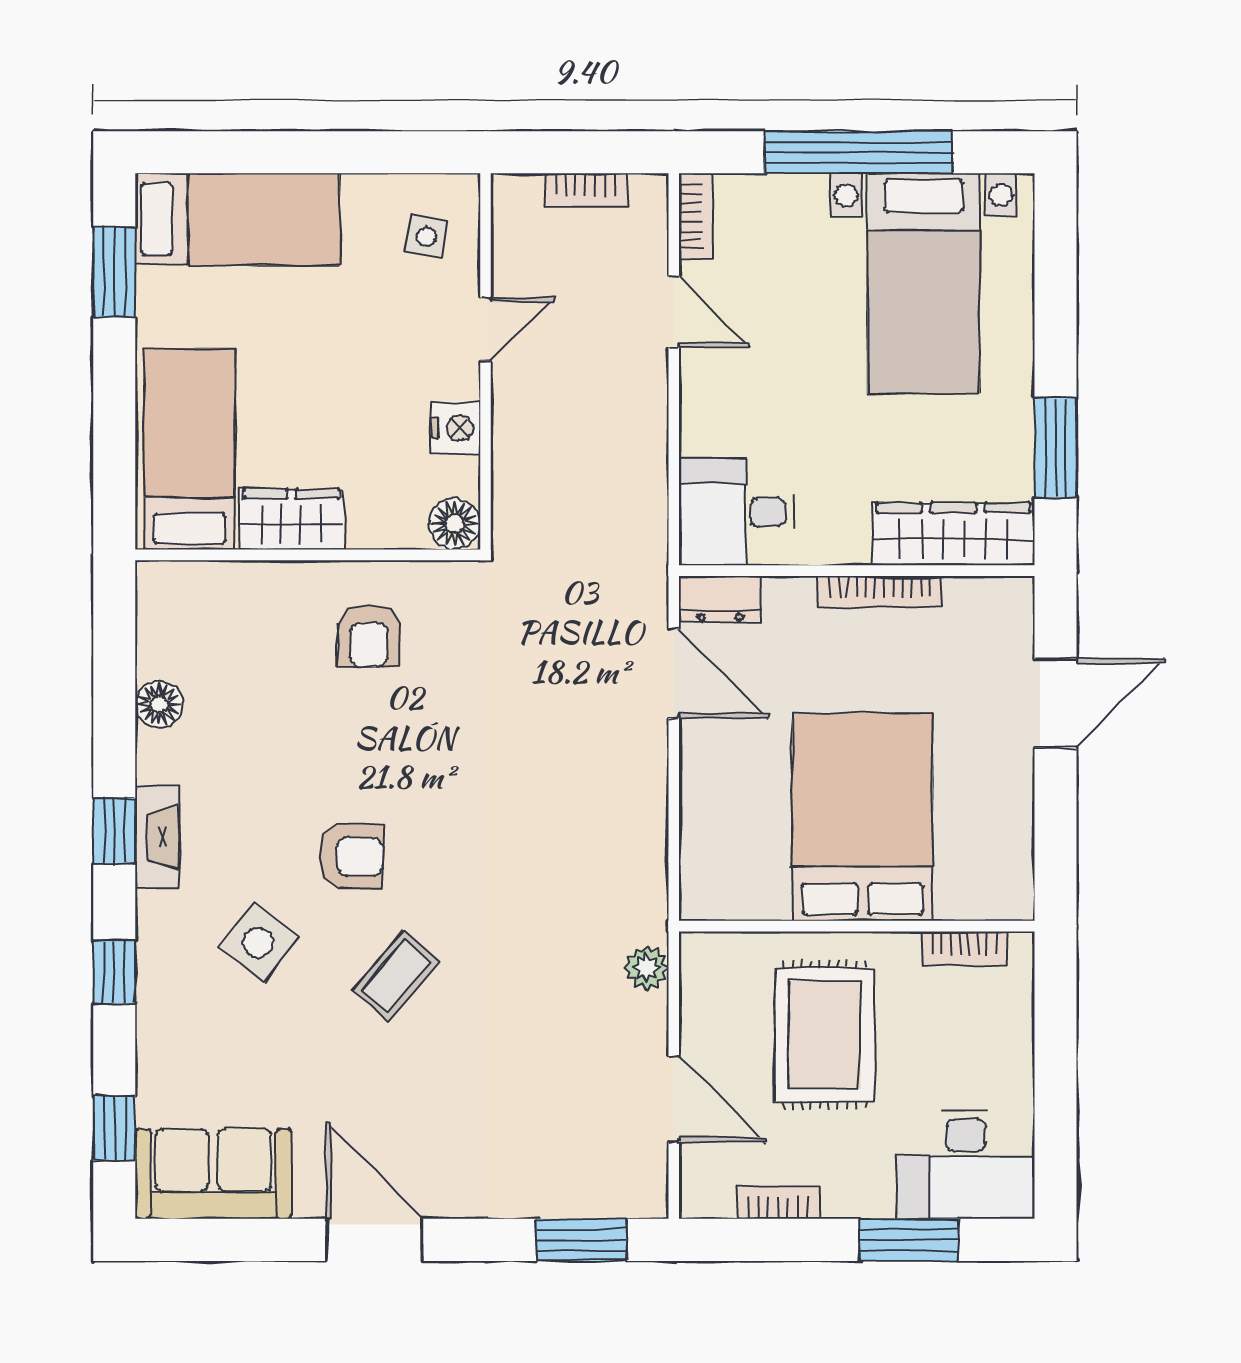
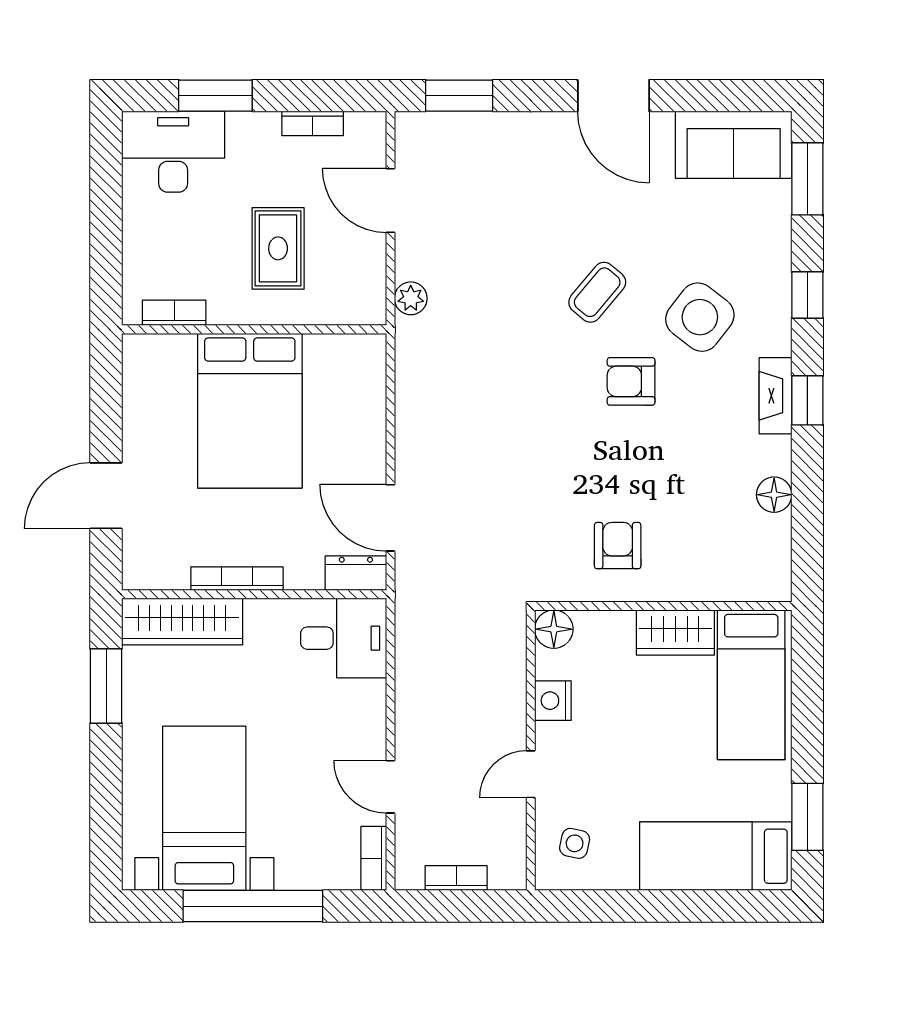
side table: (259, 943) -> (700, 317), width x1.37, depth x1.37
rug: (825, 1035) -> (278, 248), width x0.73, depth x0.70
window: (114, 1128) -> (807, 179), width x1.50

